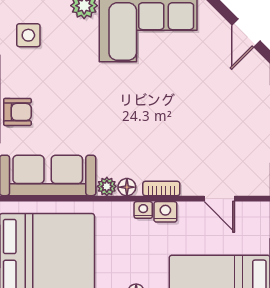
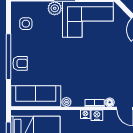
floor lamp: (127, 187) -> (110, 102), moved

